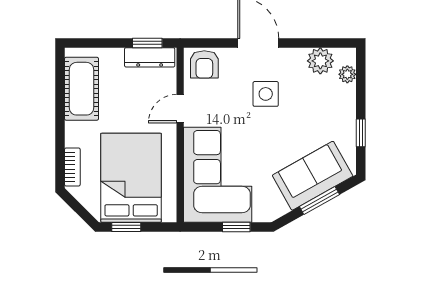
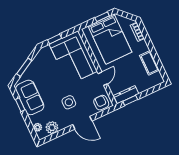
cot: (82, 89) -> (149, 63), width x0.73, depth x0.75
sofa: (313, 176) -> (30, 97), moved, turned -61

